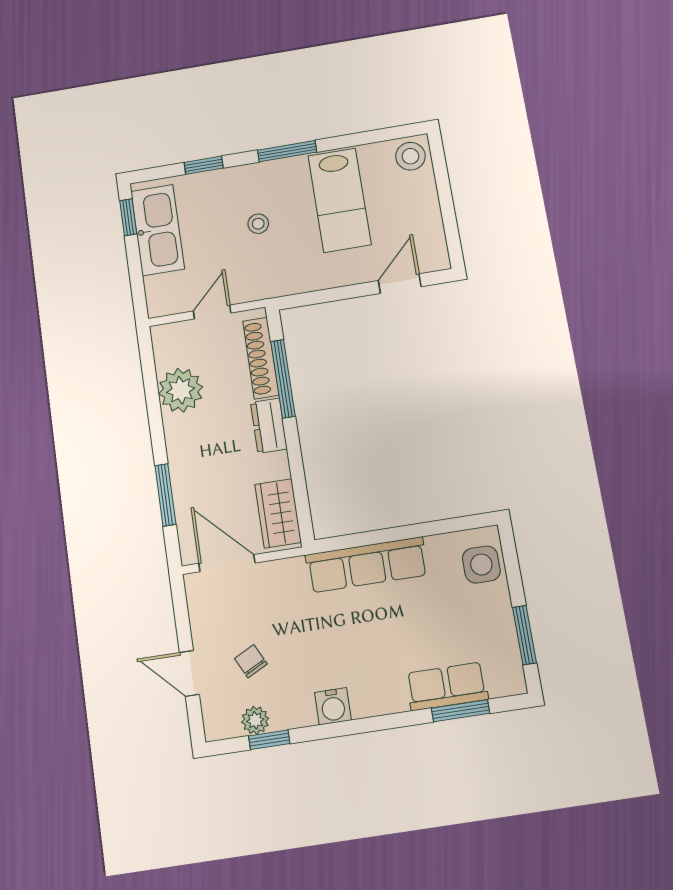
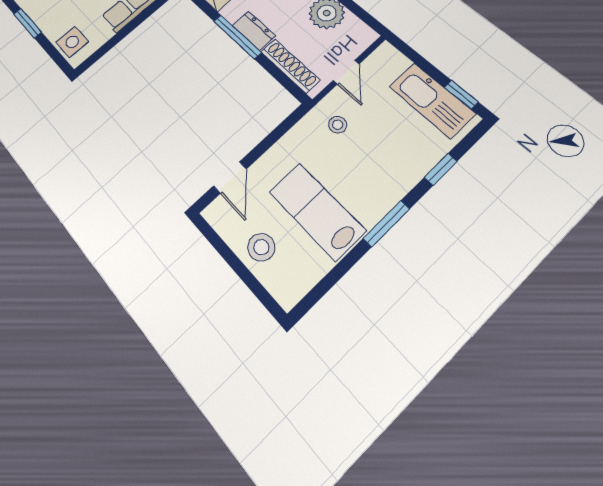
stool: (410, 156) -> (261, 247), moved
stool: (258, 224) -> (338, 125), moved
window: (283, 379) -> (237, 37), moved

